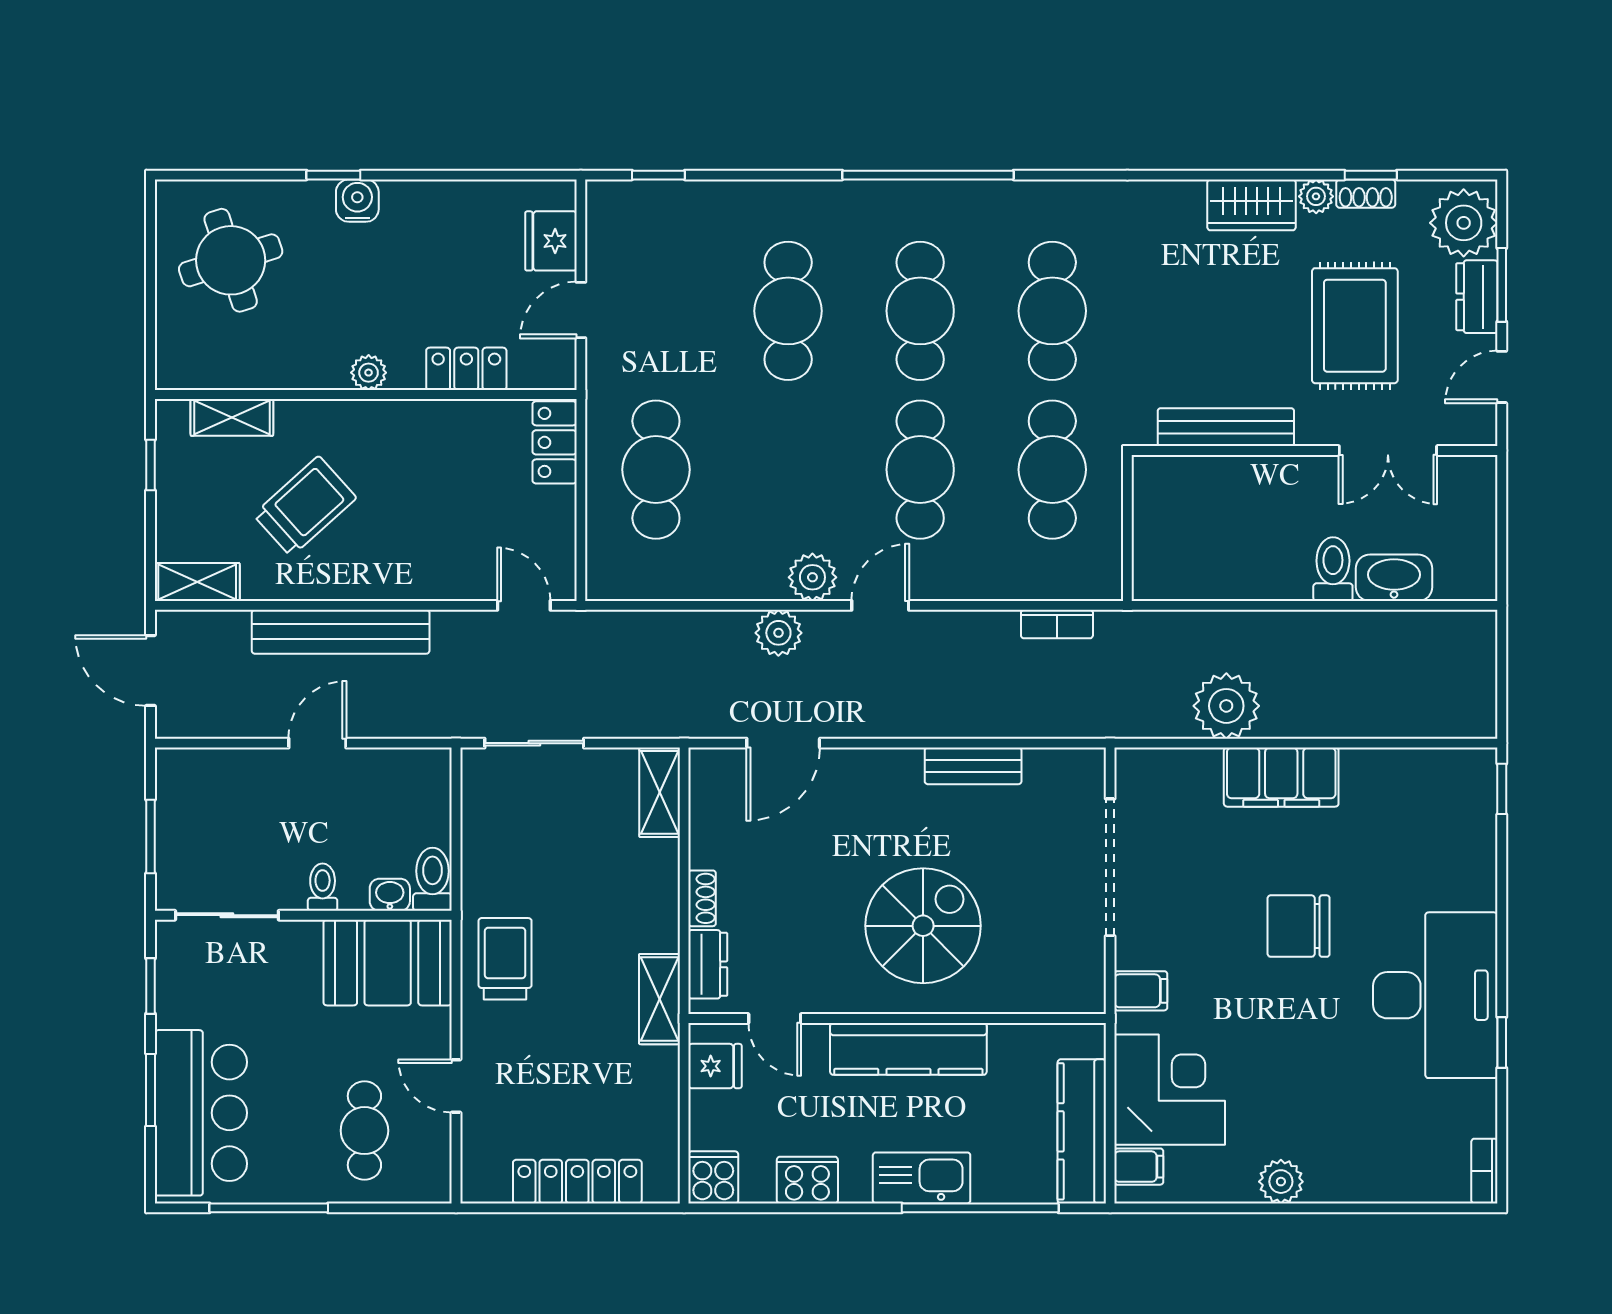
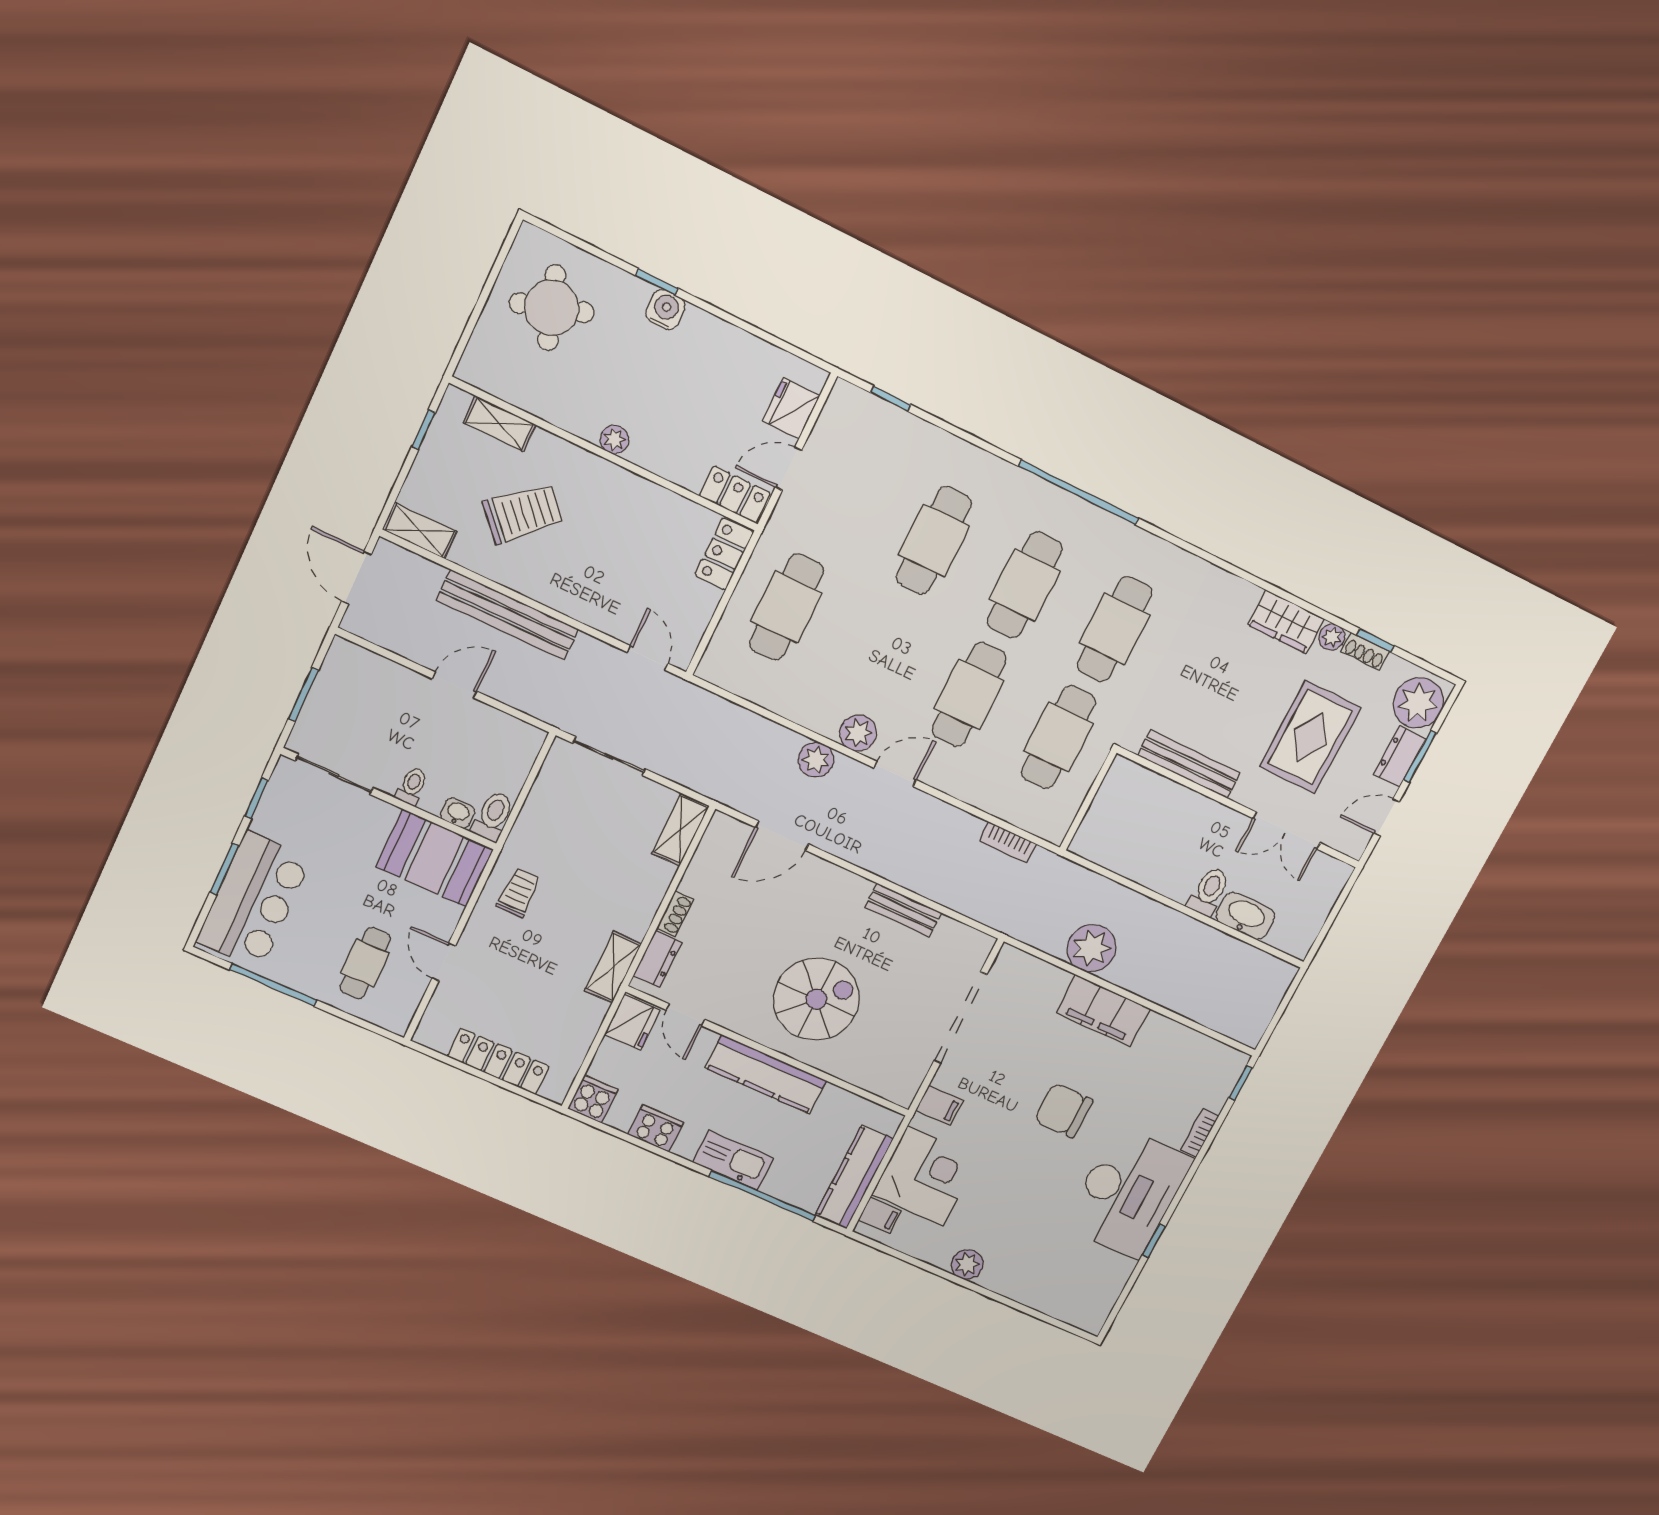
locker: (466, 369) -> (735, 495), moved
trolley: (505, 959) -> (519, 893), width x0.73, depth x0.72
fridge: (715, 1066) -> (632, 1022), width x1.38
bookcase: (1484, 1171) -> (1199, 1133), moved

